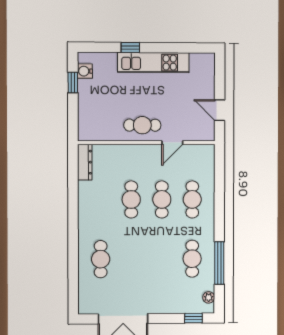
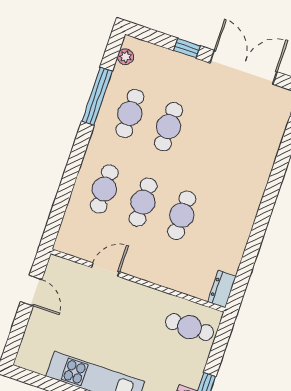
cafe table: (142, 125) -> (190, 327), moved
dresser: (85, 162) -> (222, 289), width x0.70
cafe table: (101, 259) -> (169, 127), moved
window: (193, 318) -> (187, 48), moved

